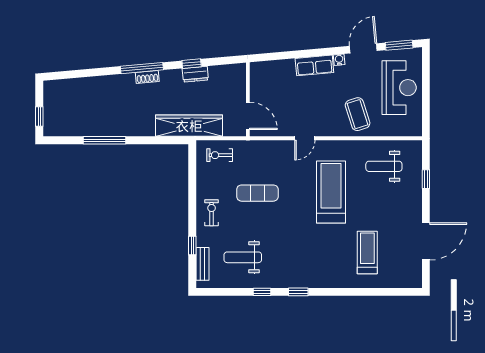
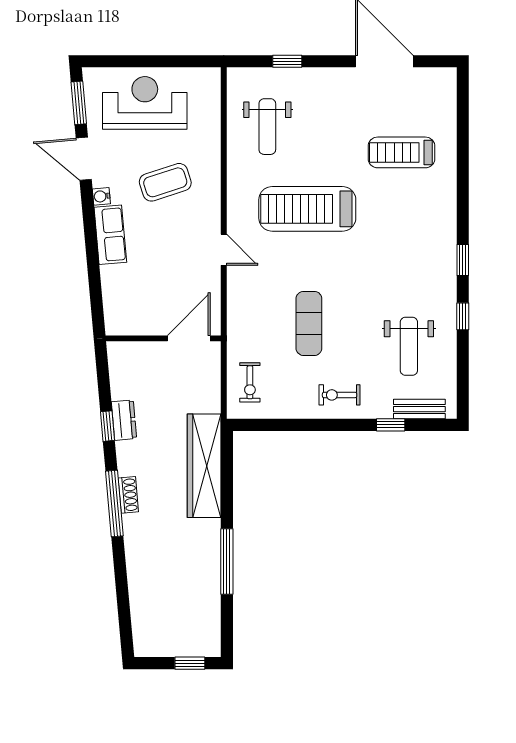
coffee table: (358, 114) -> (165, 182), moved
wardrobe: (189, 126) -> (204, 466), moved

